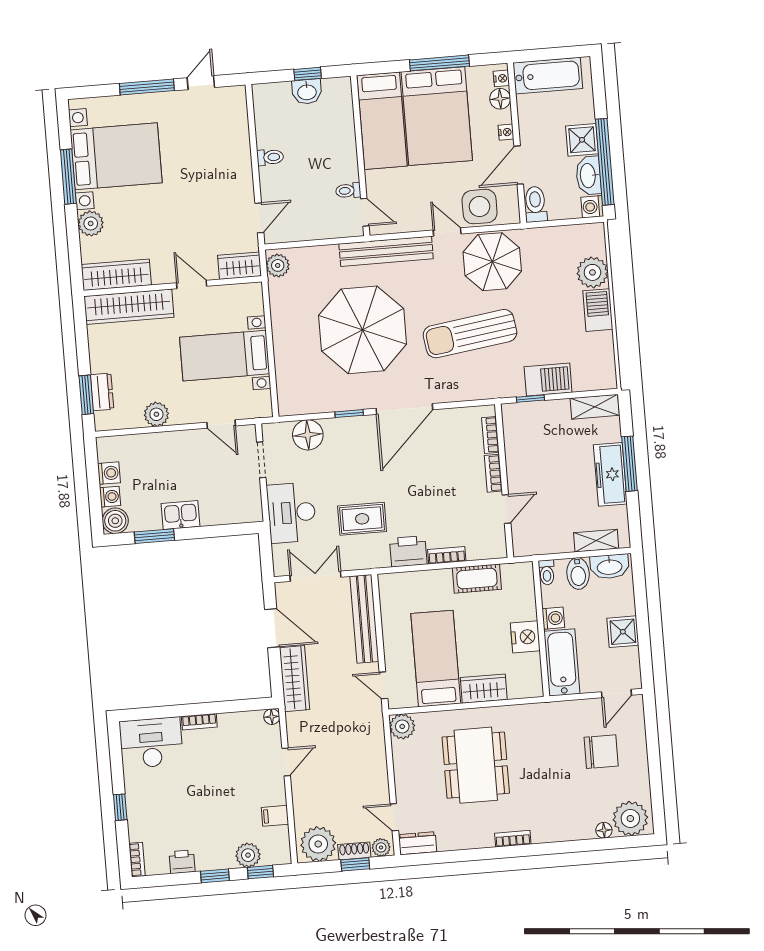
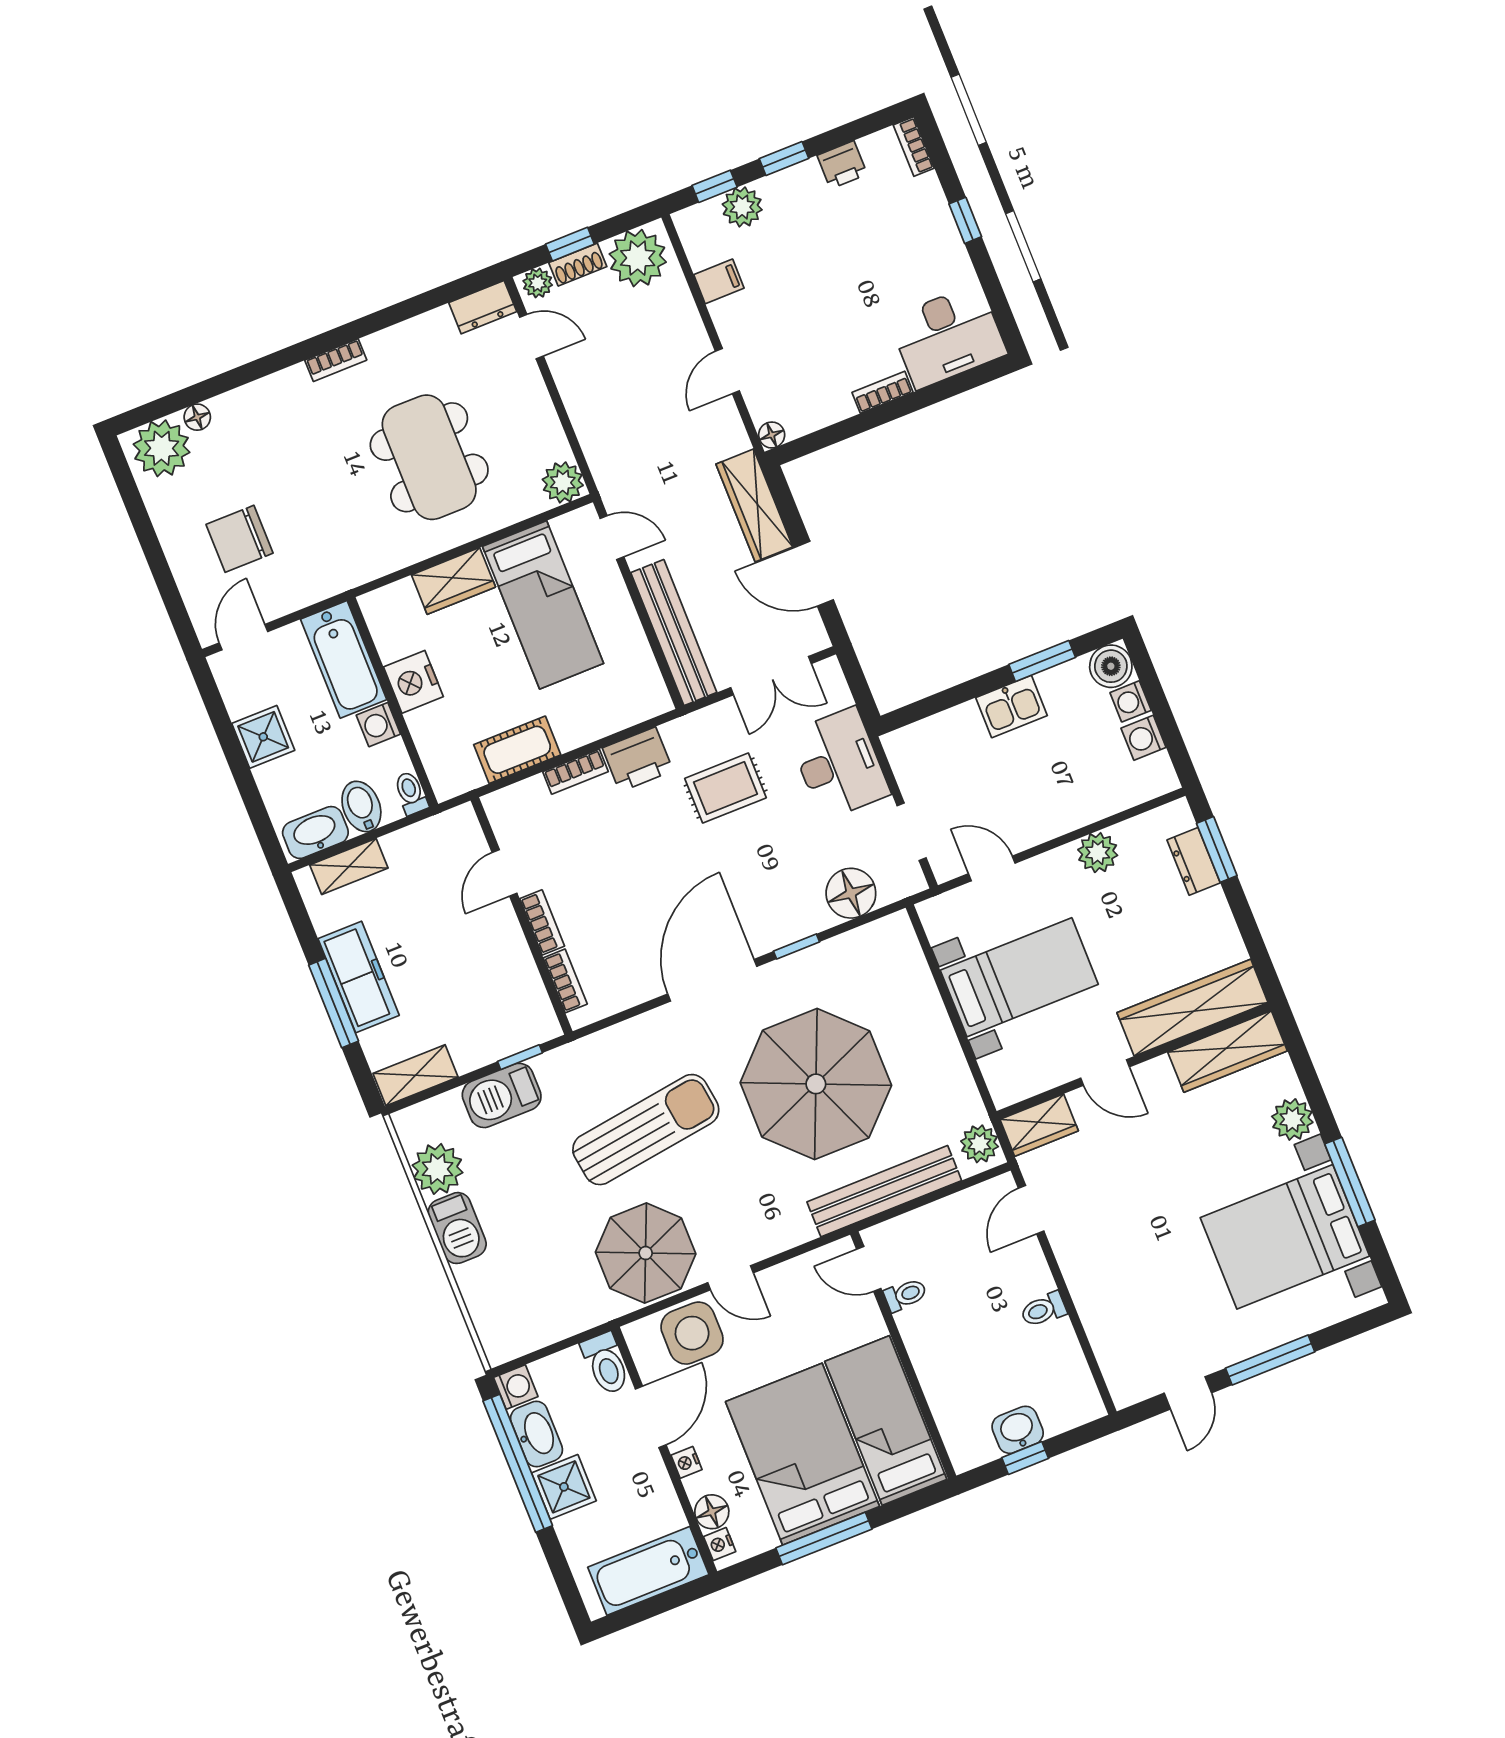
bench: (386, 251) -> (884, 1191), moved
plant: (592, 272) -> (438, 1169), moved

